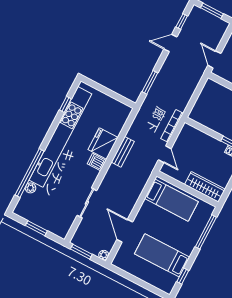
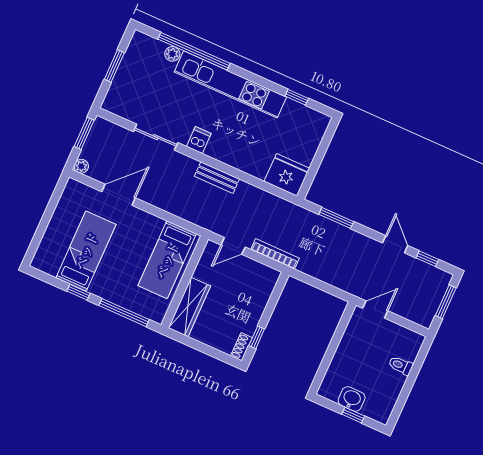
kitchen unit: (60, 137) -> (230, 84), width x0.73
fridge: (103, 143) -> (287, 175), moved
bench: (123, 152) -> (217, 178), moved
dishwasher: (97, 162) -> (199, 140), moved
window: (183, 276) -> (78, 292), moved

